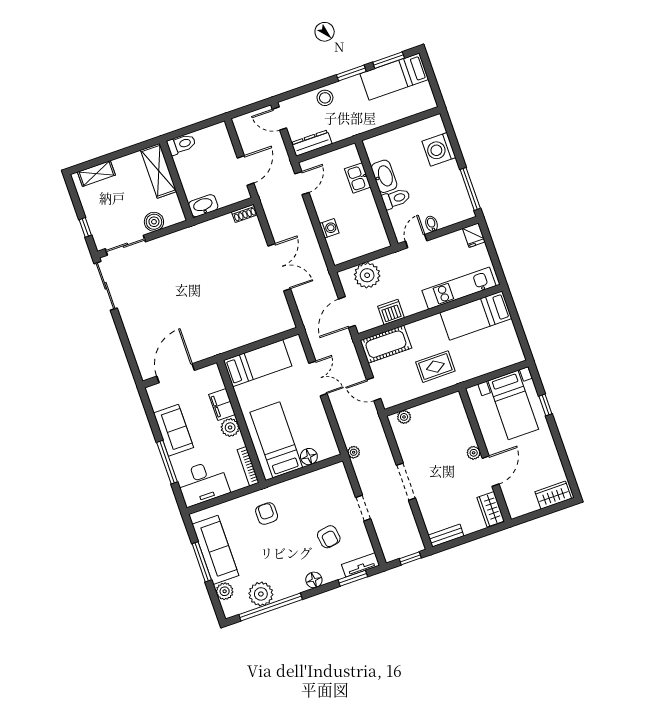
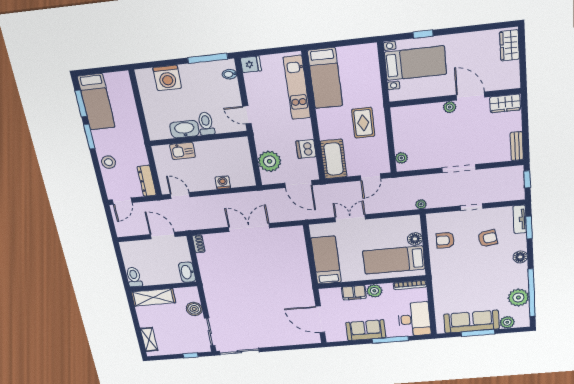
bidet: (432, 224) -> (230, 74), moved
armchair: (267, 514) -> (445, 240), moved

